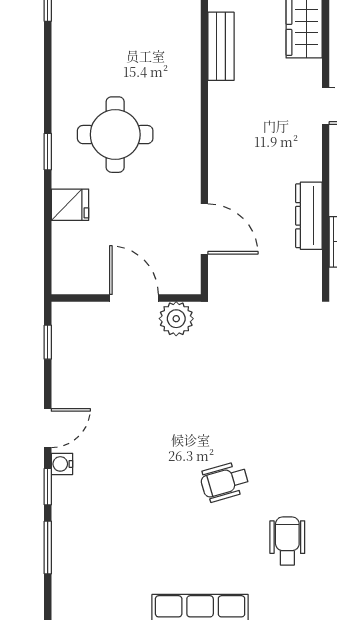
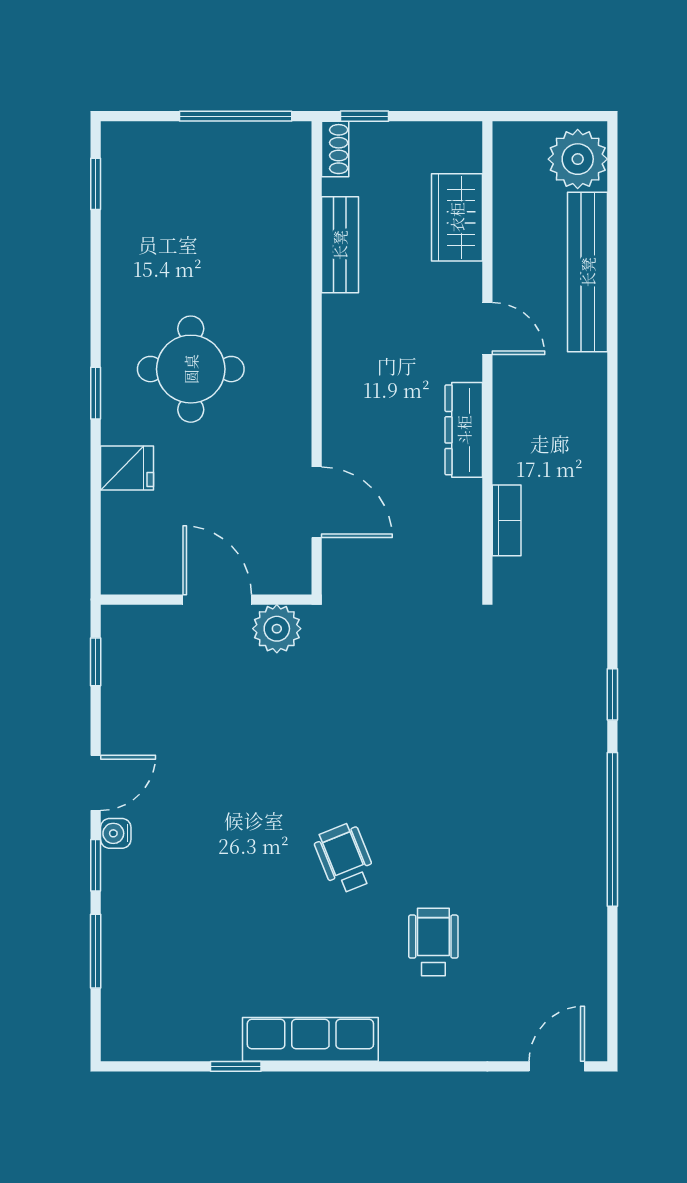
dresser: (309, 216) -> (464, 430), moved
wheelchair: (224, 482) -> (345, 858), turned 84

